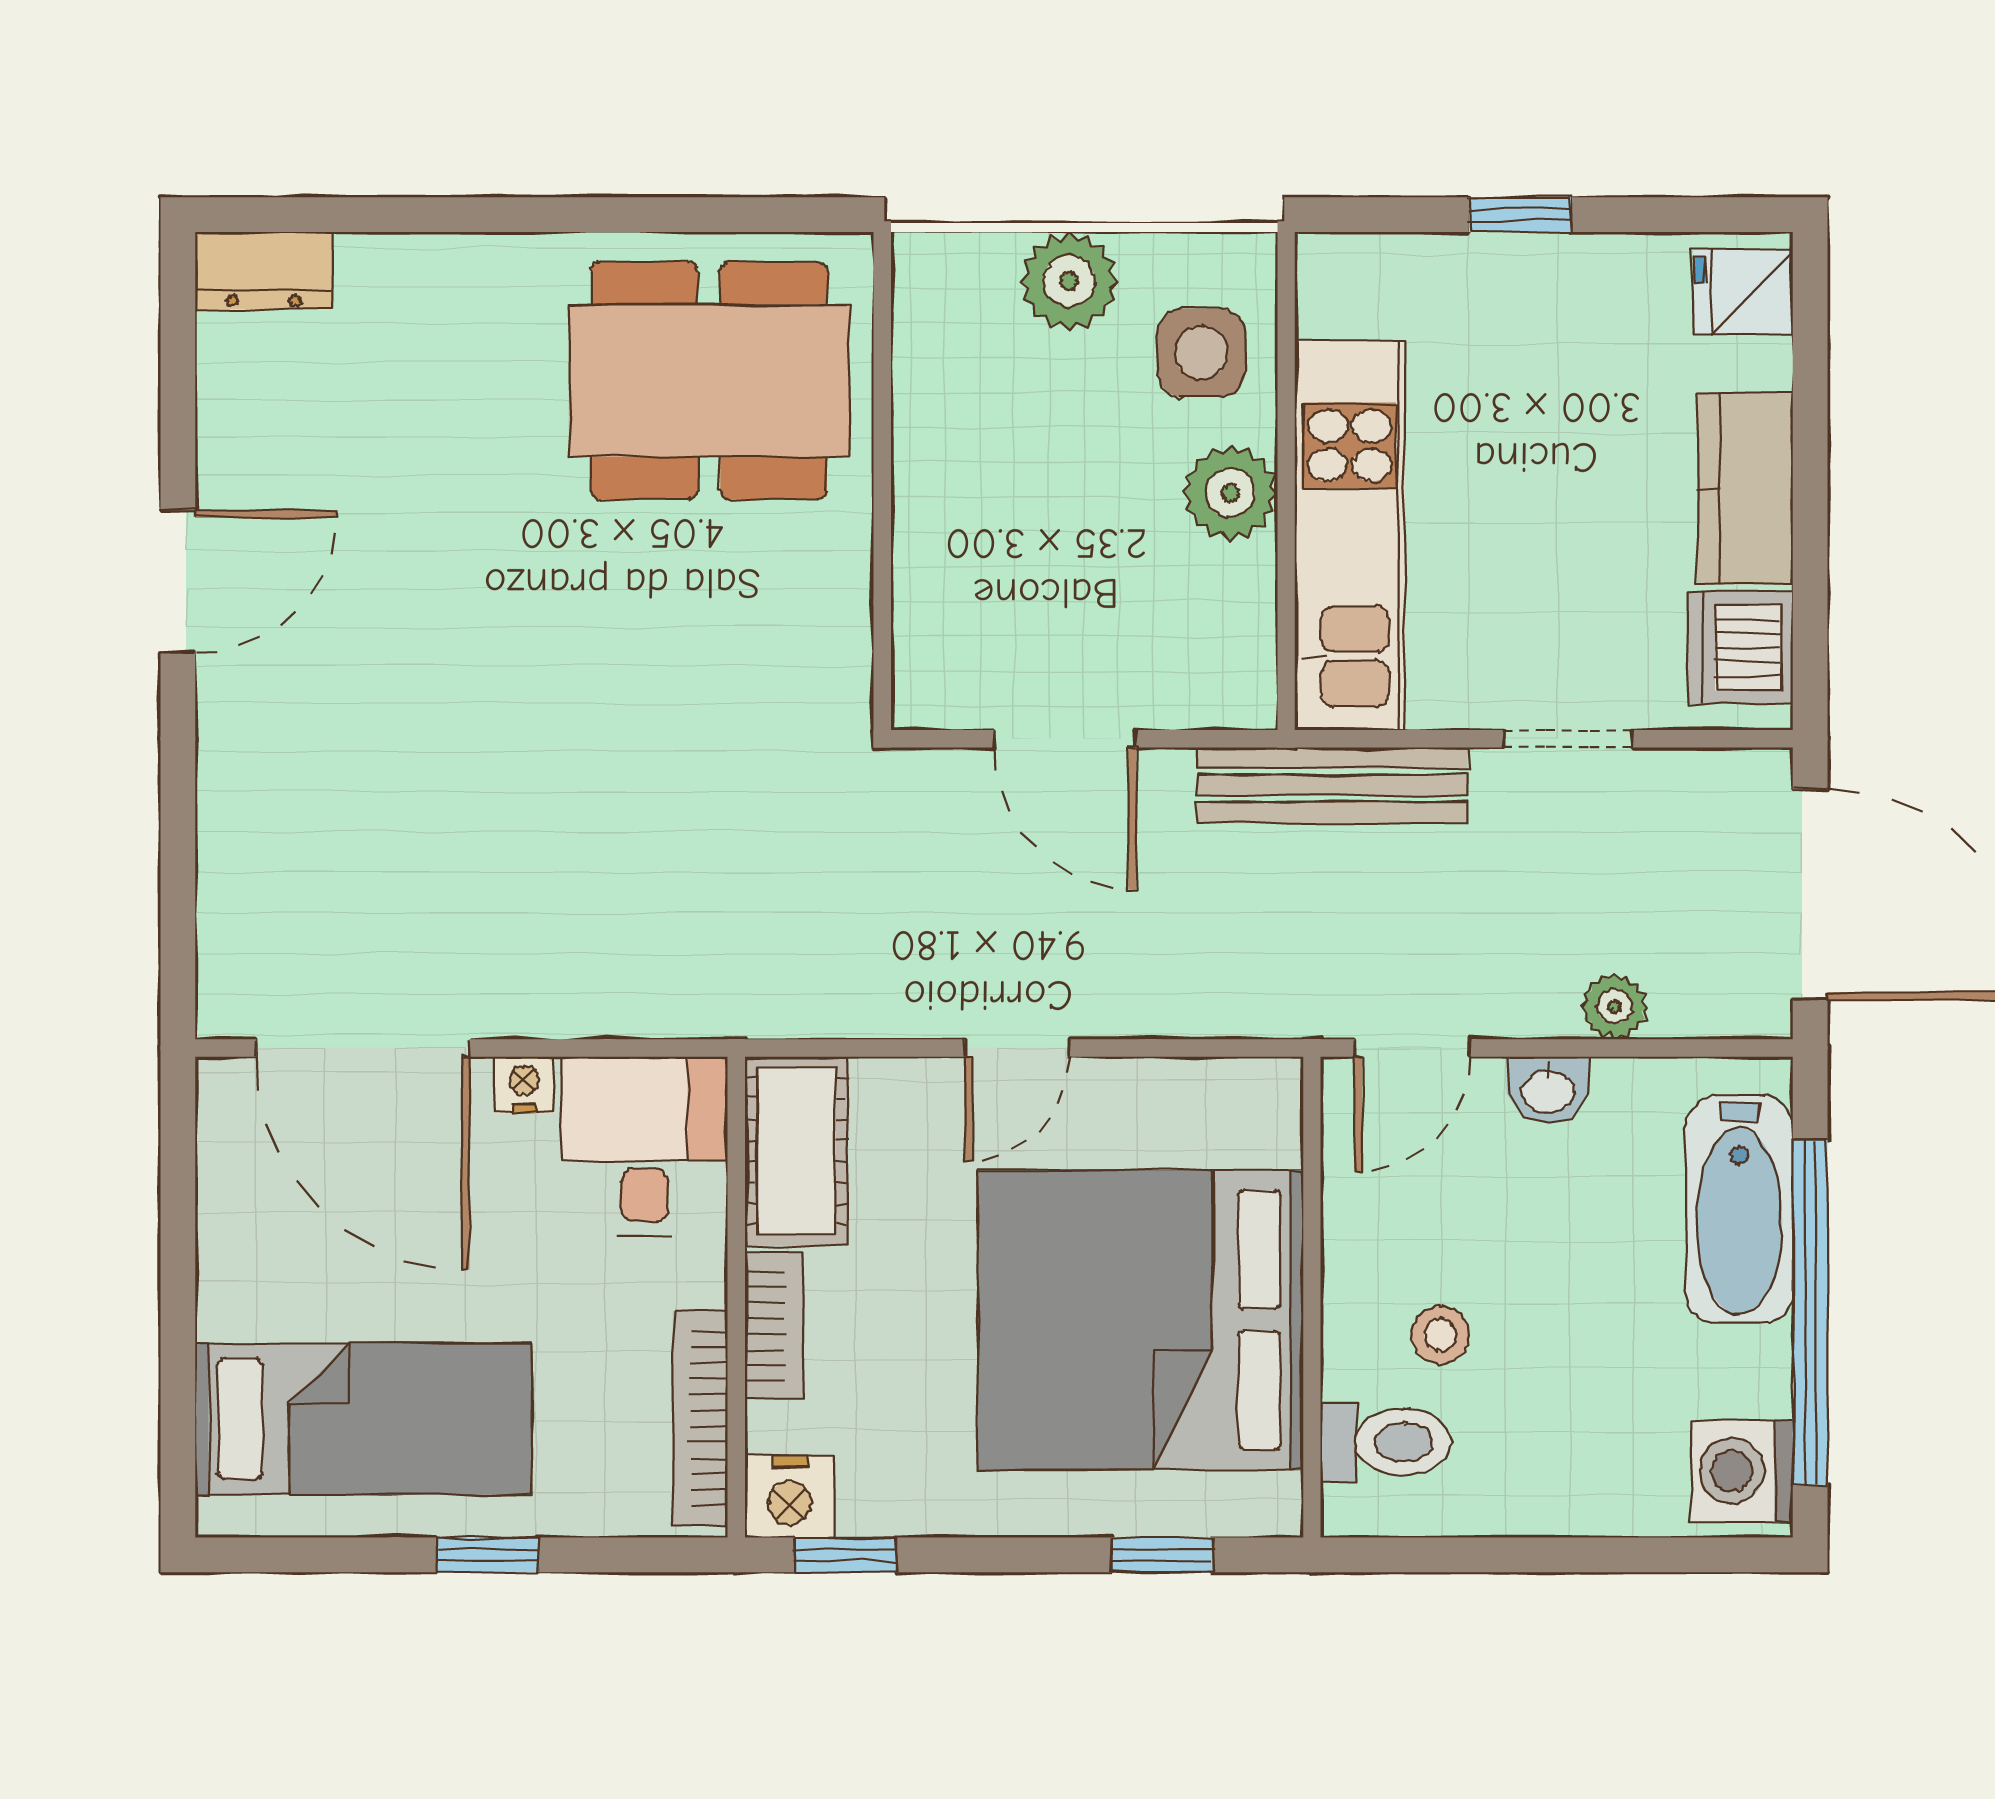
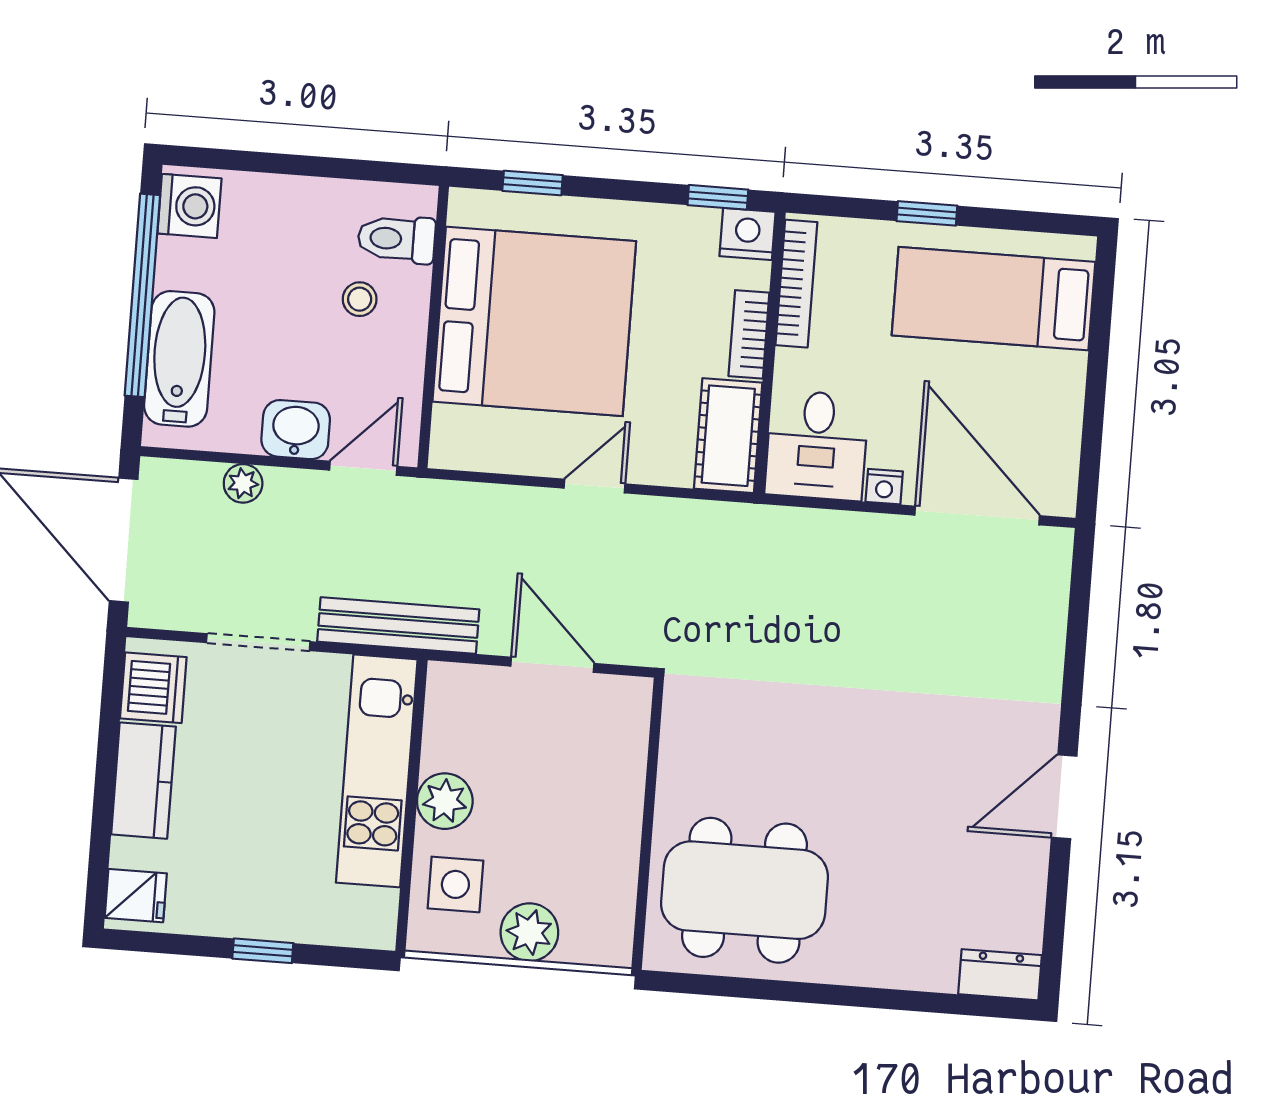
doorway: (1568, 739) -> (258, 642), width x1.38
washbasin: (1548, 1090) -> (296, 430), width x1.38, depth x1.45

